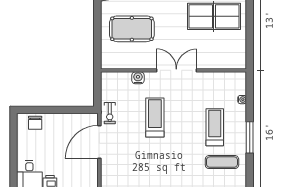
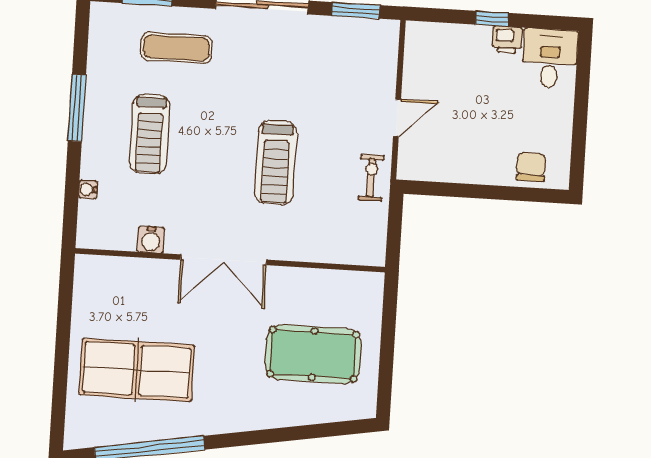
water cooler: (138, 78) -> (151, 240), moved
door: (99, 142) -> (397, 118), width x0.53
exercise mat: (222, 162) -> (176, 48), moved

